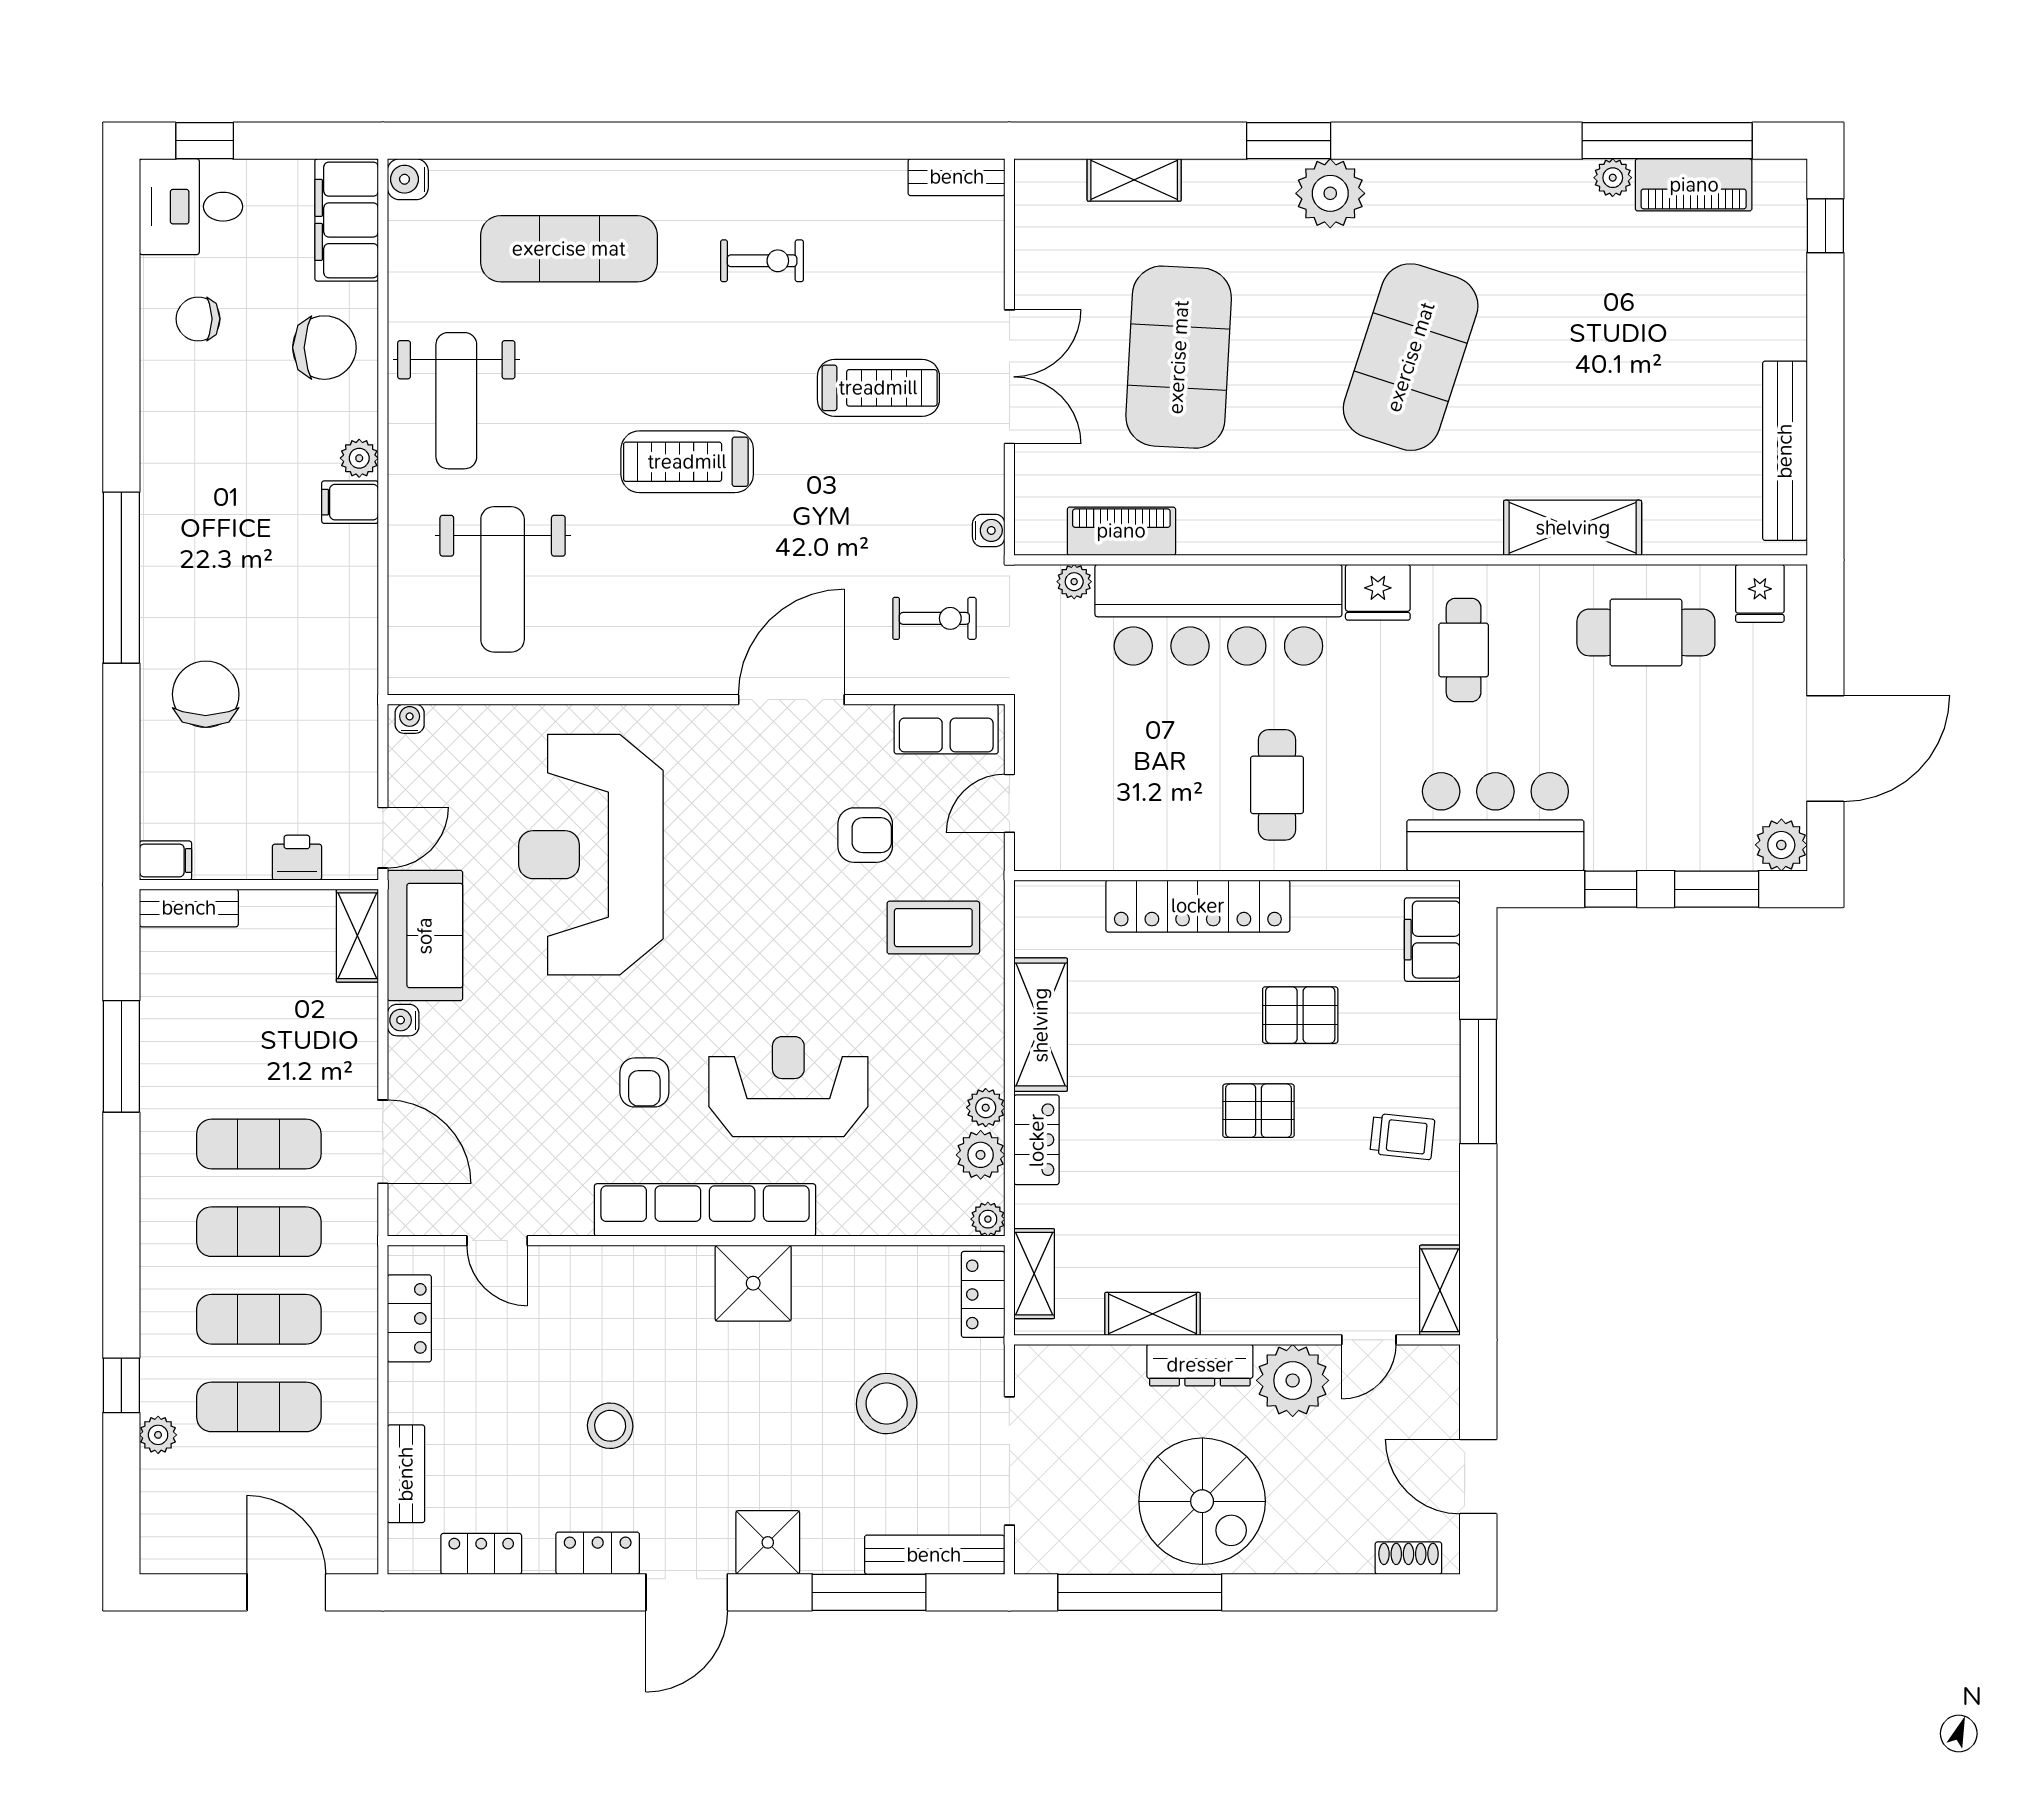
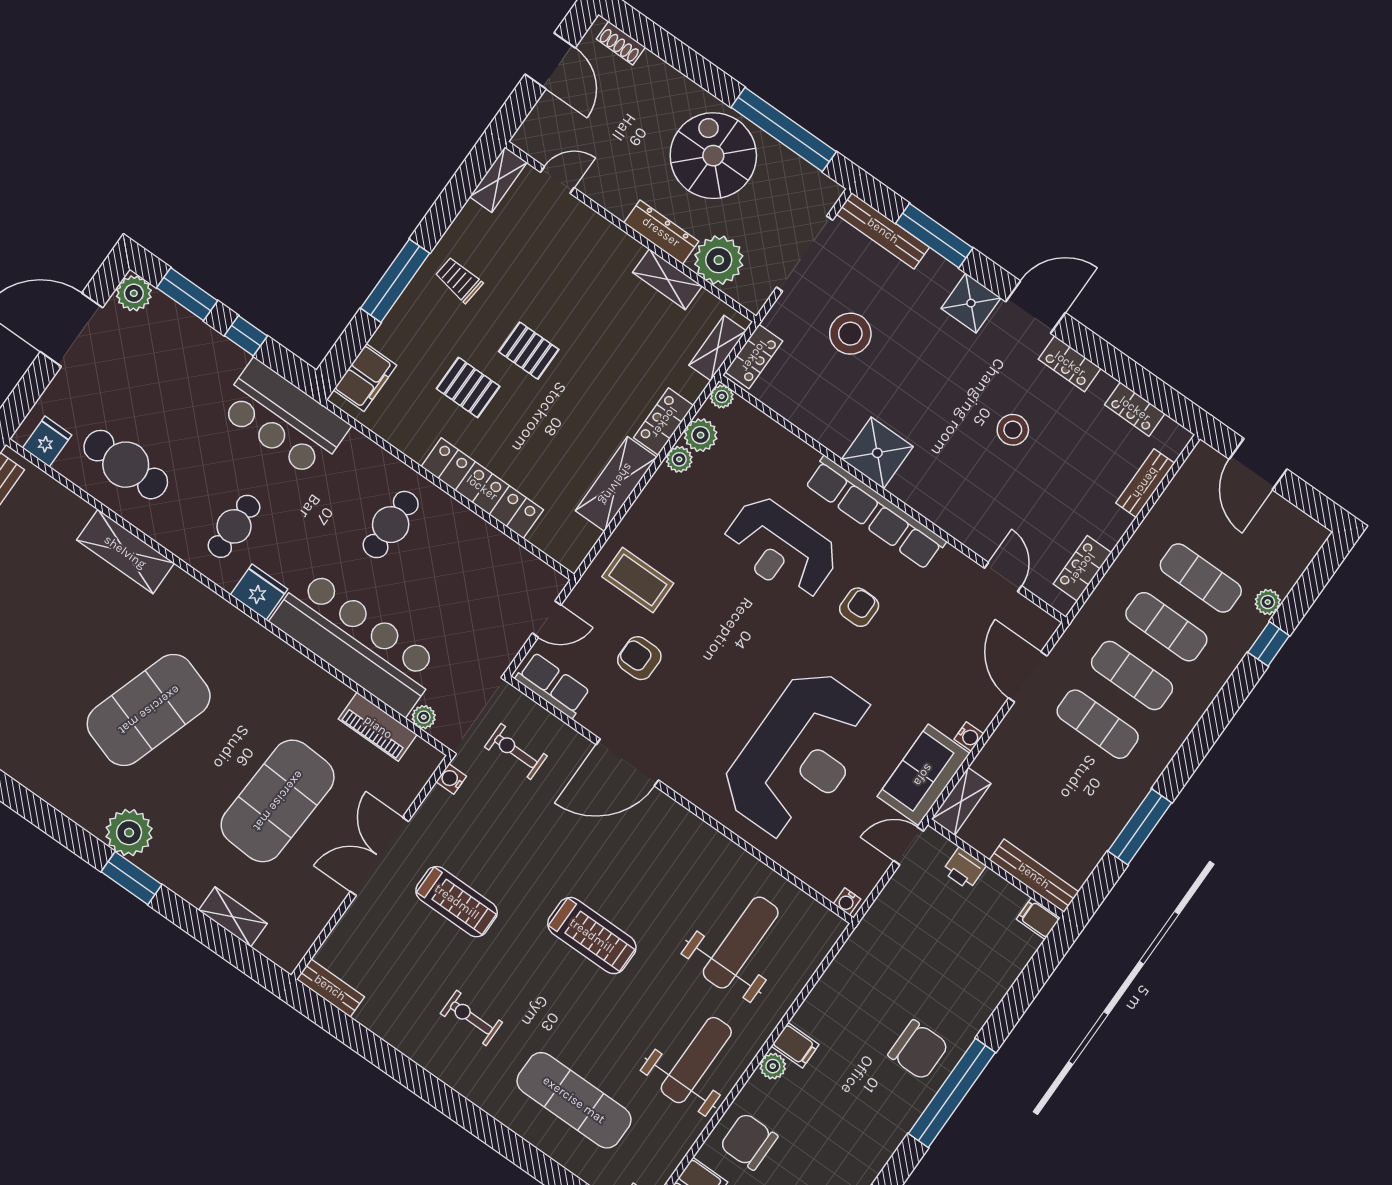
treadmill: (878, 388) -> (457, 902), turned 180
chair: (206, 694) -> (918, 1050), moved, turned -90
bench: (189, 908) -> (1034, 876), width x1.36
plant: (1293, 1380) -> (719, 260), moved

